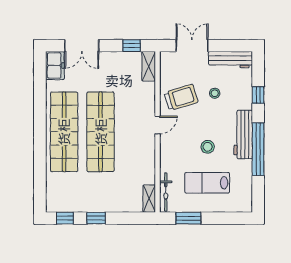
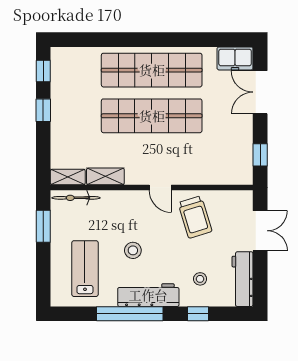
shelving: (149, 66) -> (105, 176), moved
stool: (215, 93) -> (200, 279), moved
lab bench: (207, 183) -> (85, 269), moved

